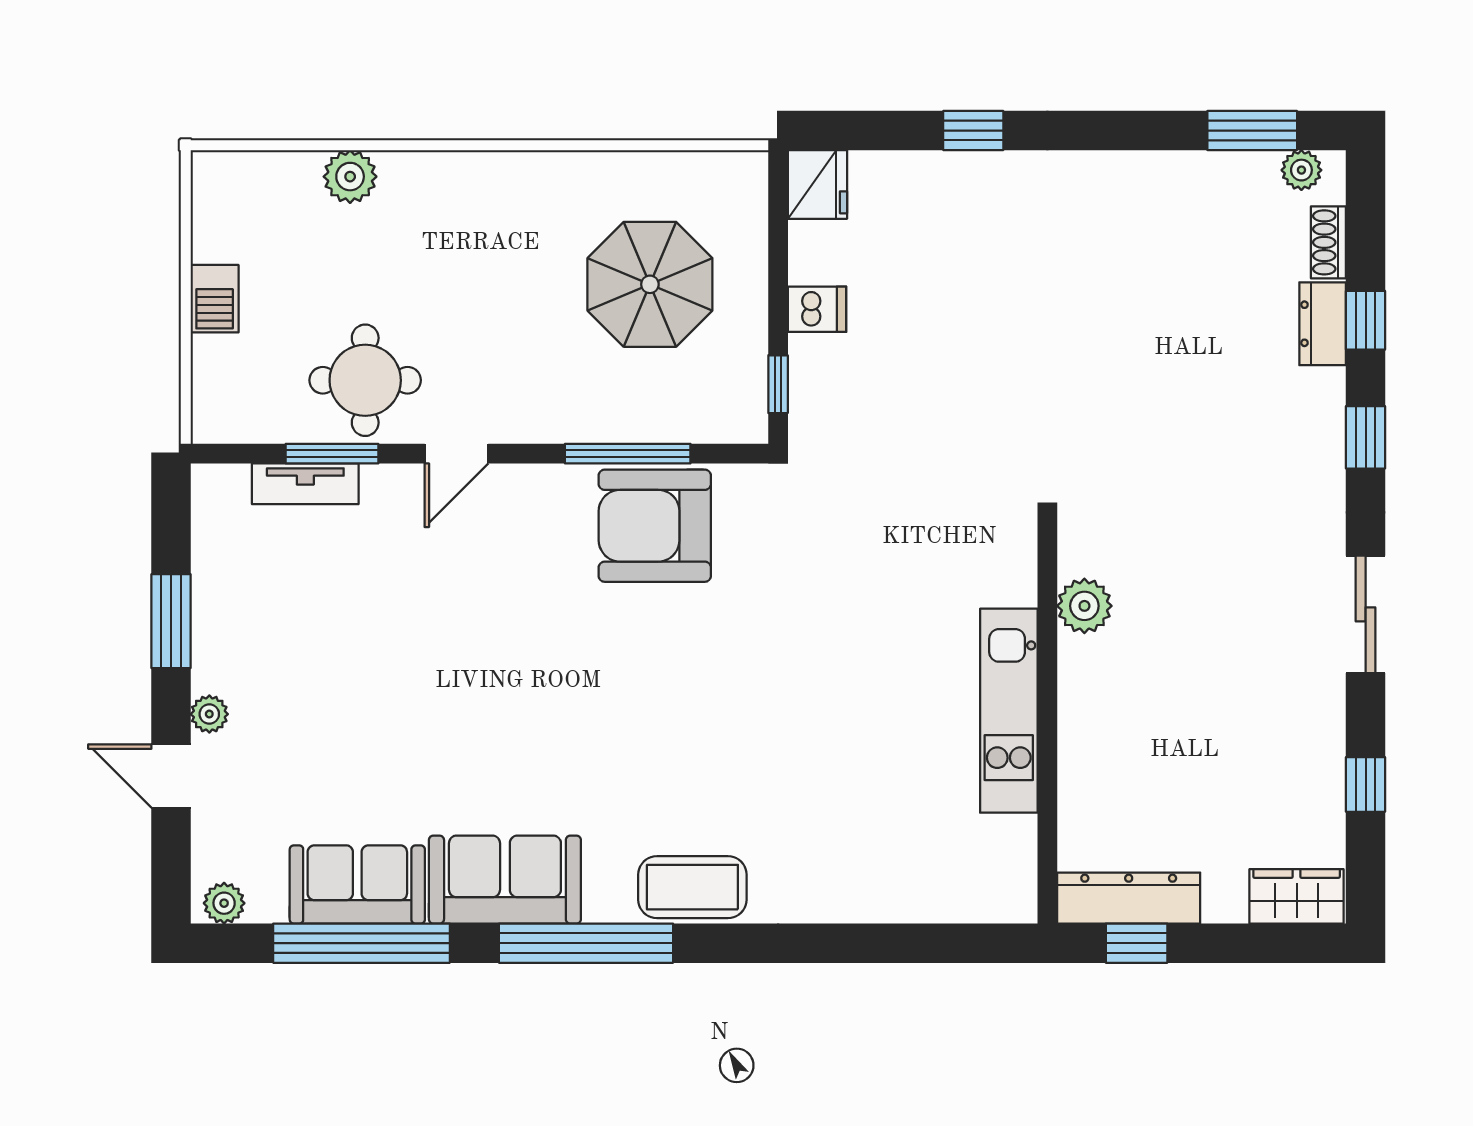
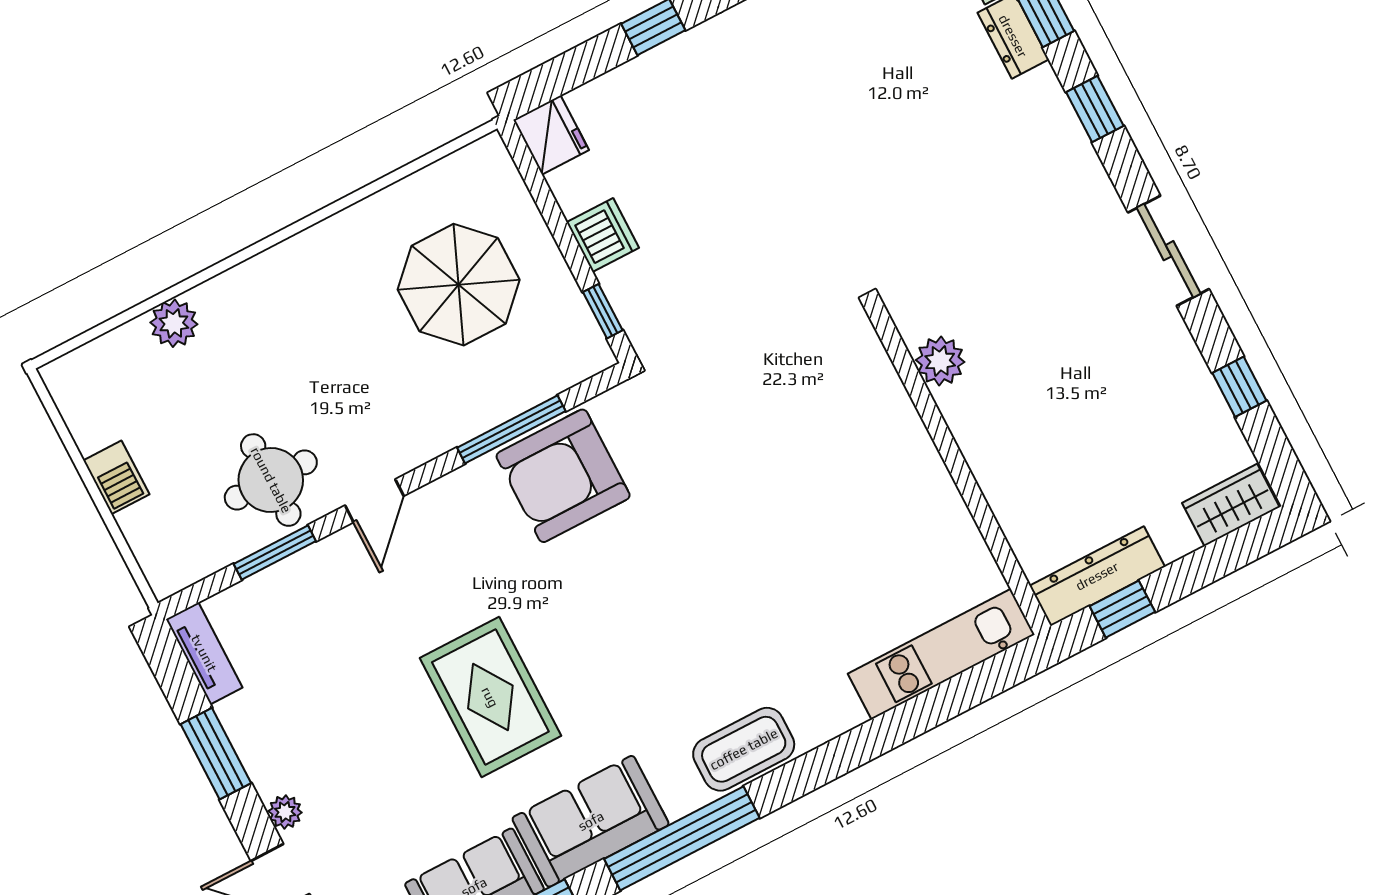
dishwasher: (817, 309) -> (603, 235), width x1.38
tv unit: (305, 484) -> (204, 653), moved, turned -90
rug: (470, 706) -> (490, 697), added
kitchen unit: (1009, 711) -> (941, 654), moved, turned 90

